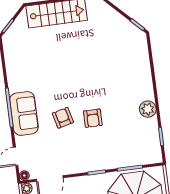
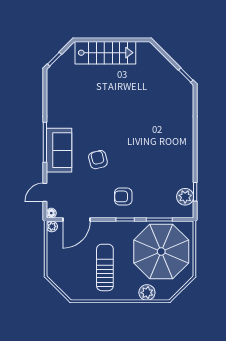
plant: (148, 109) -> (185, 197), moved
armchair: (93, 118) -> (123, 196), moved, turned 90

